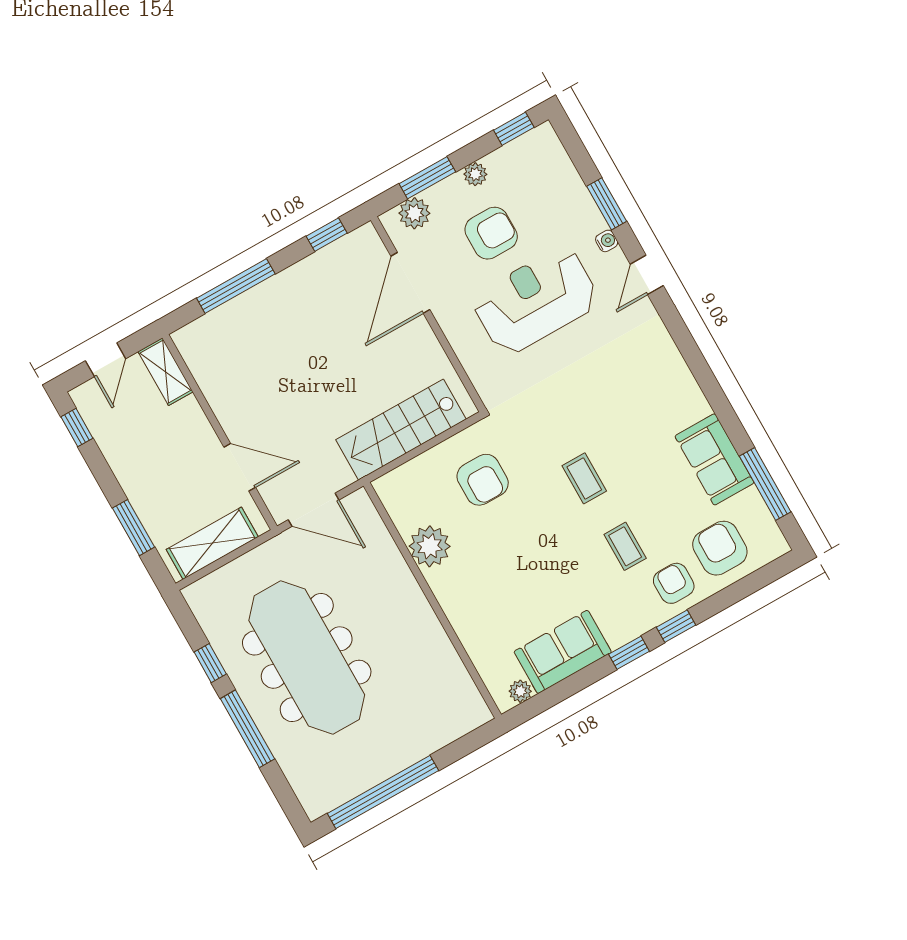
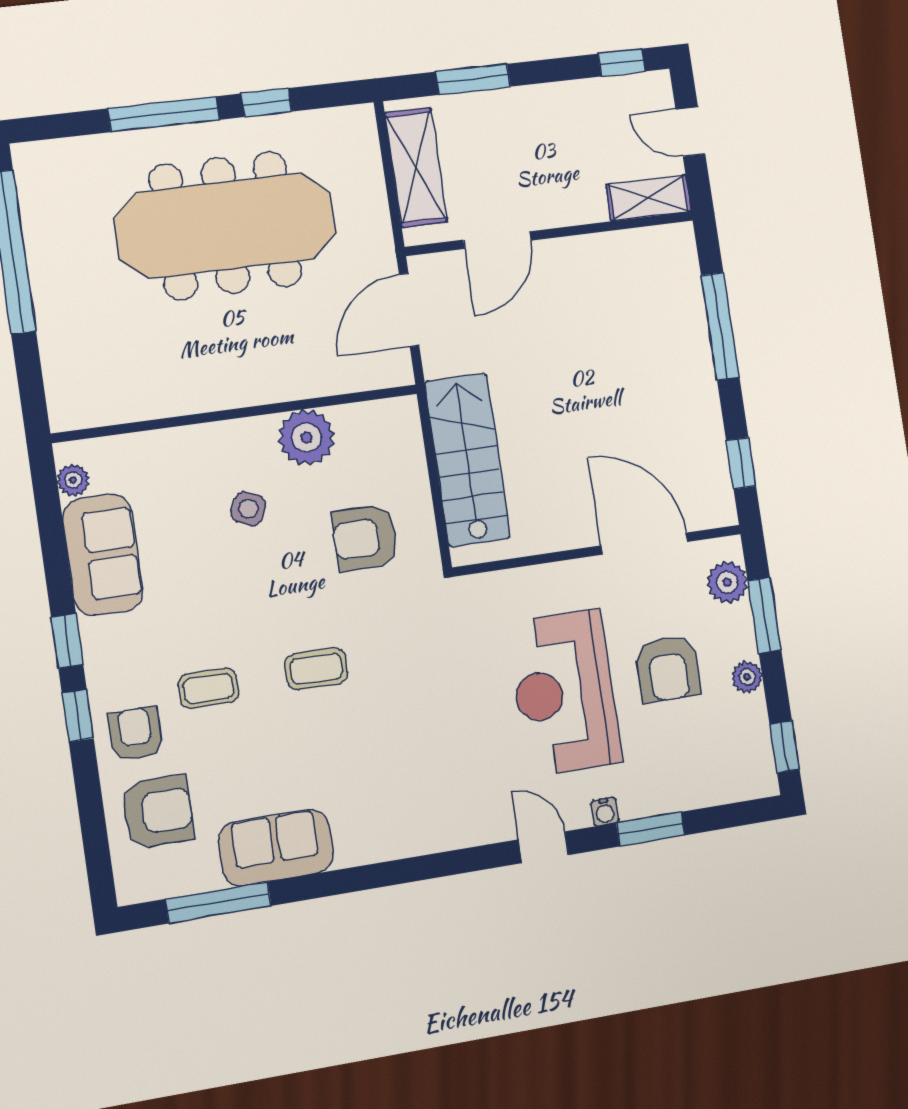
reception desk: (536, 301) -> (564, 693), turned 180
side table: (494, 567) -> (248, 509), added
armchair: (674, 583) -> (135, 734), turned -90

